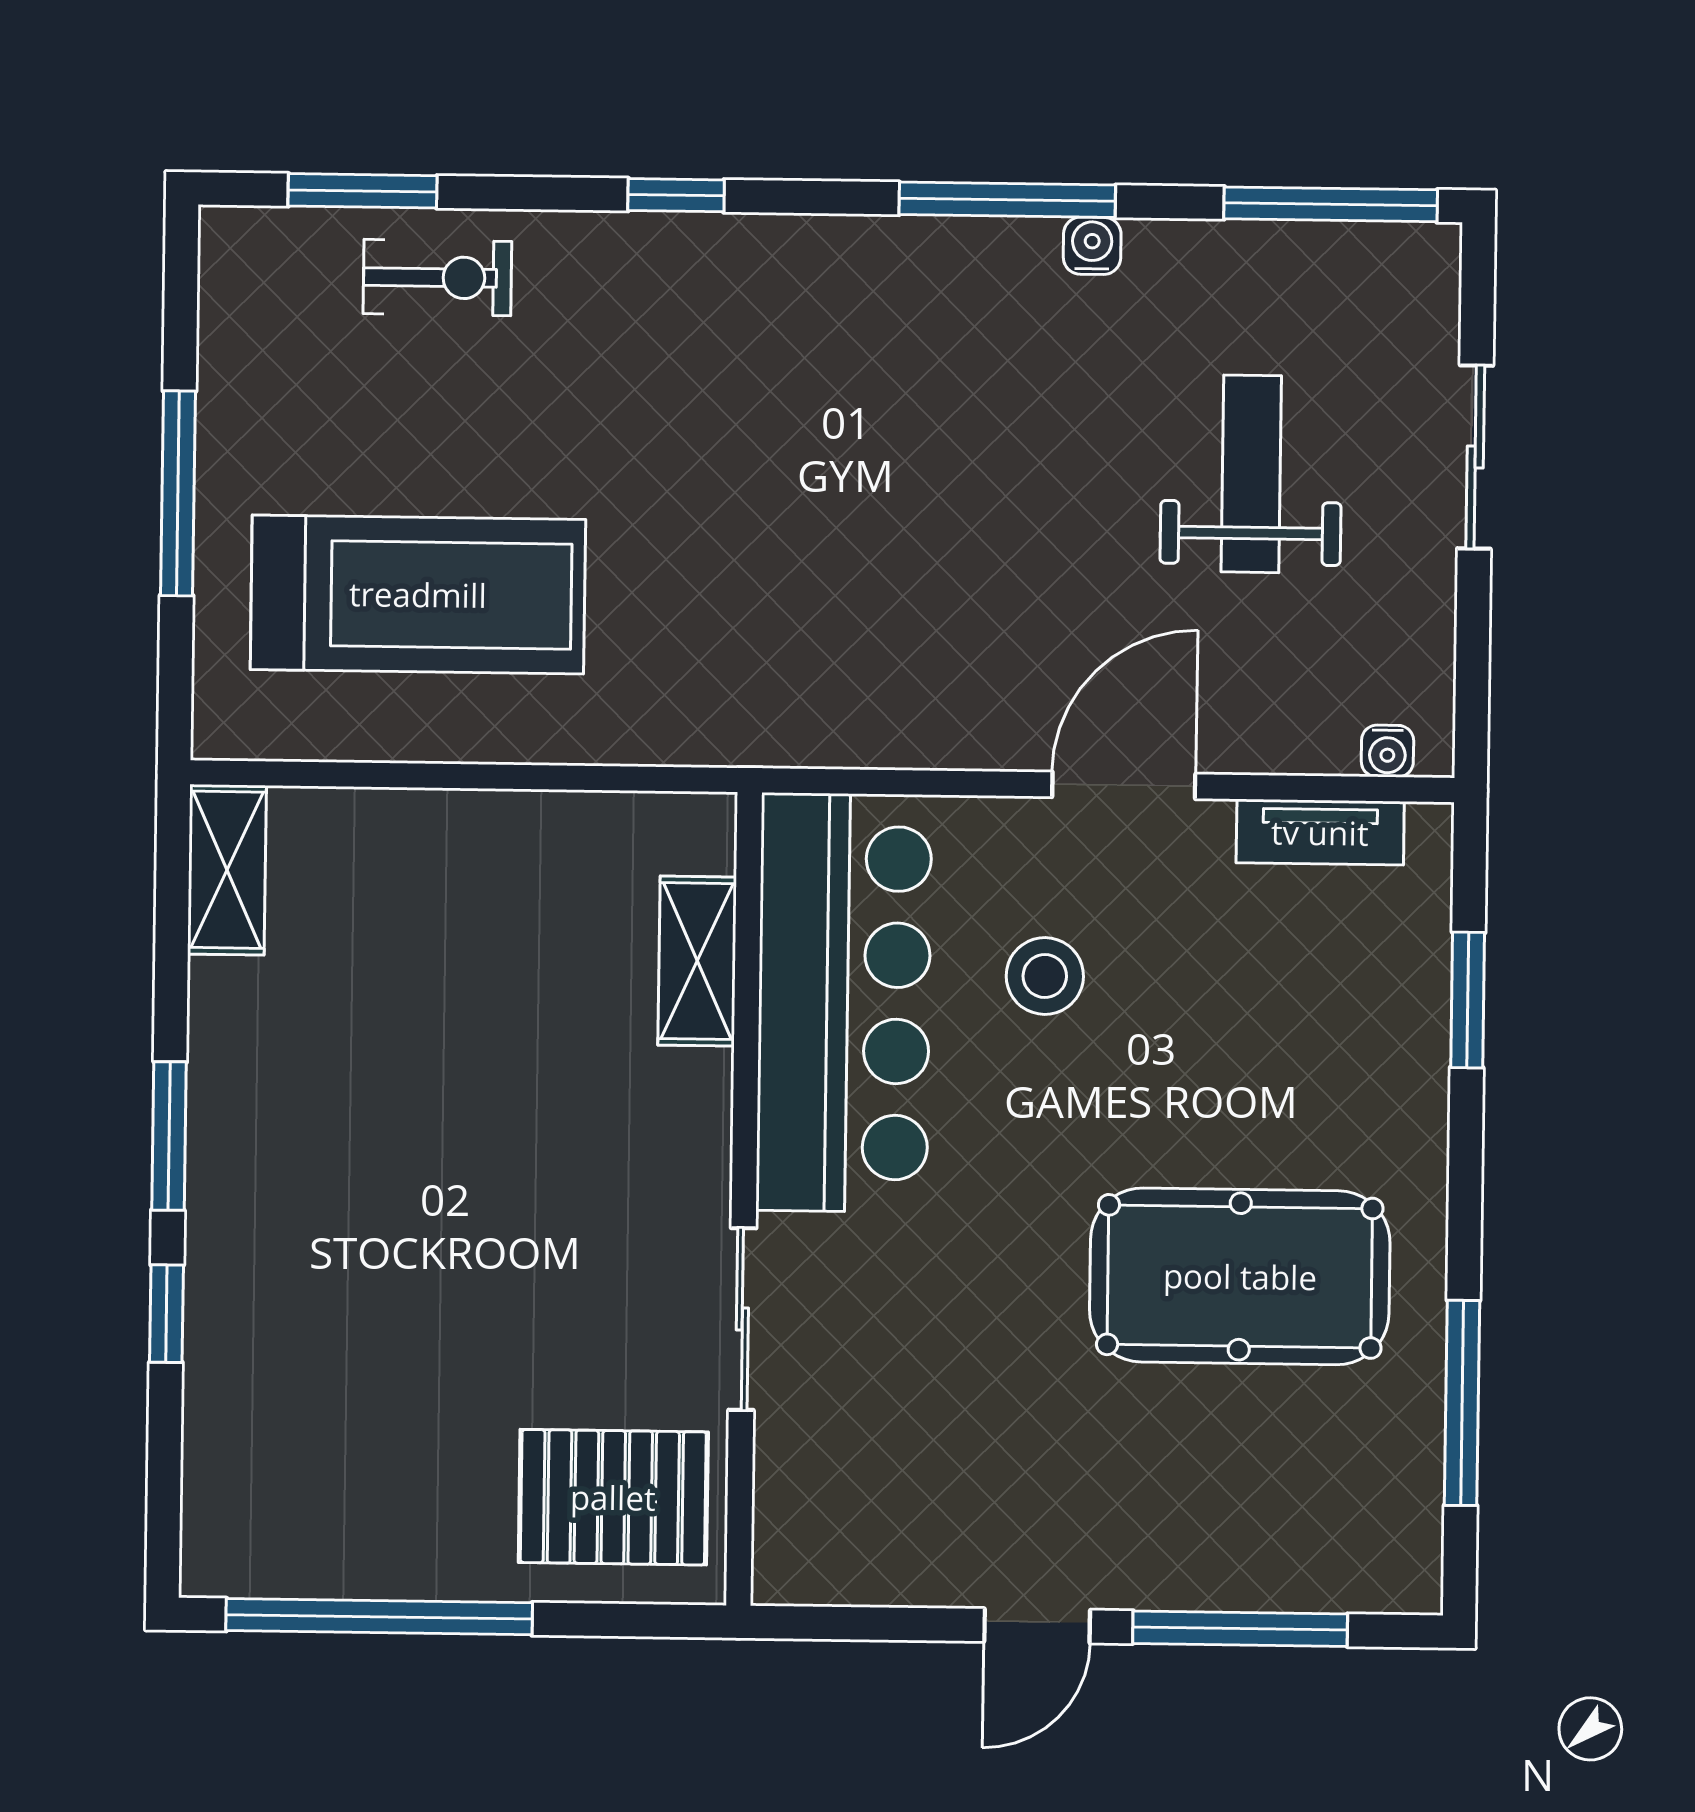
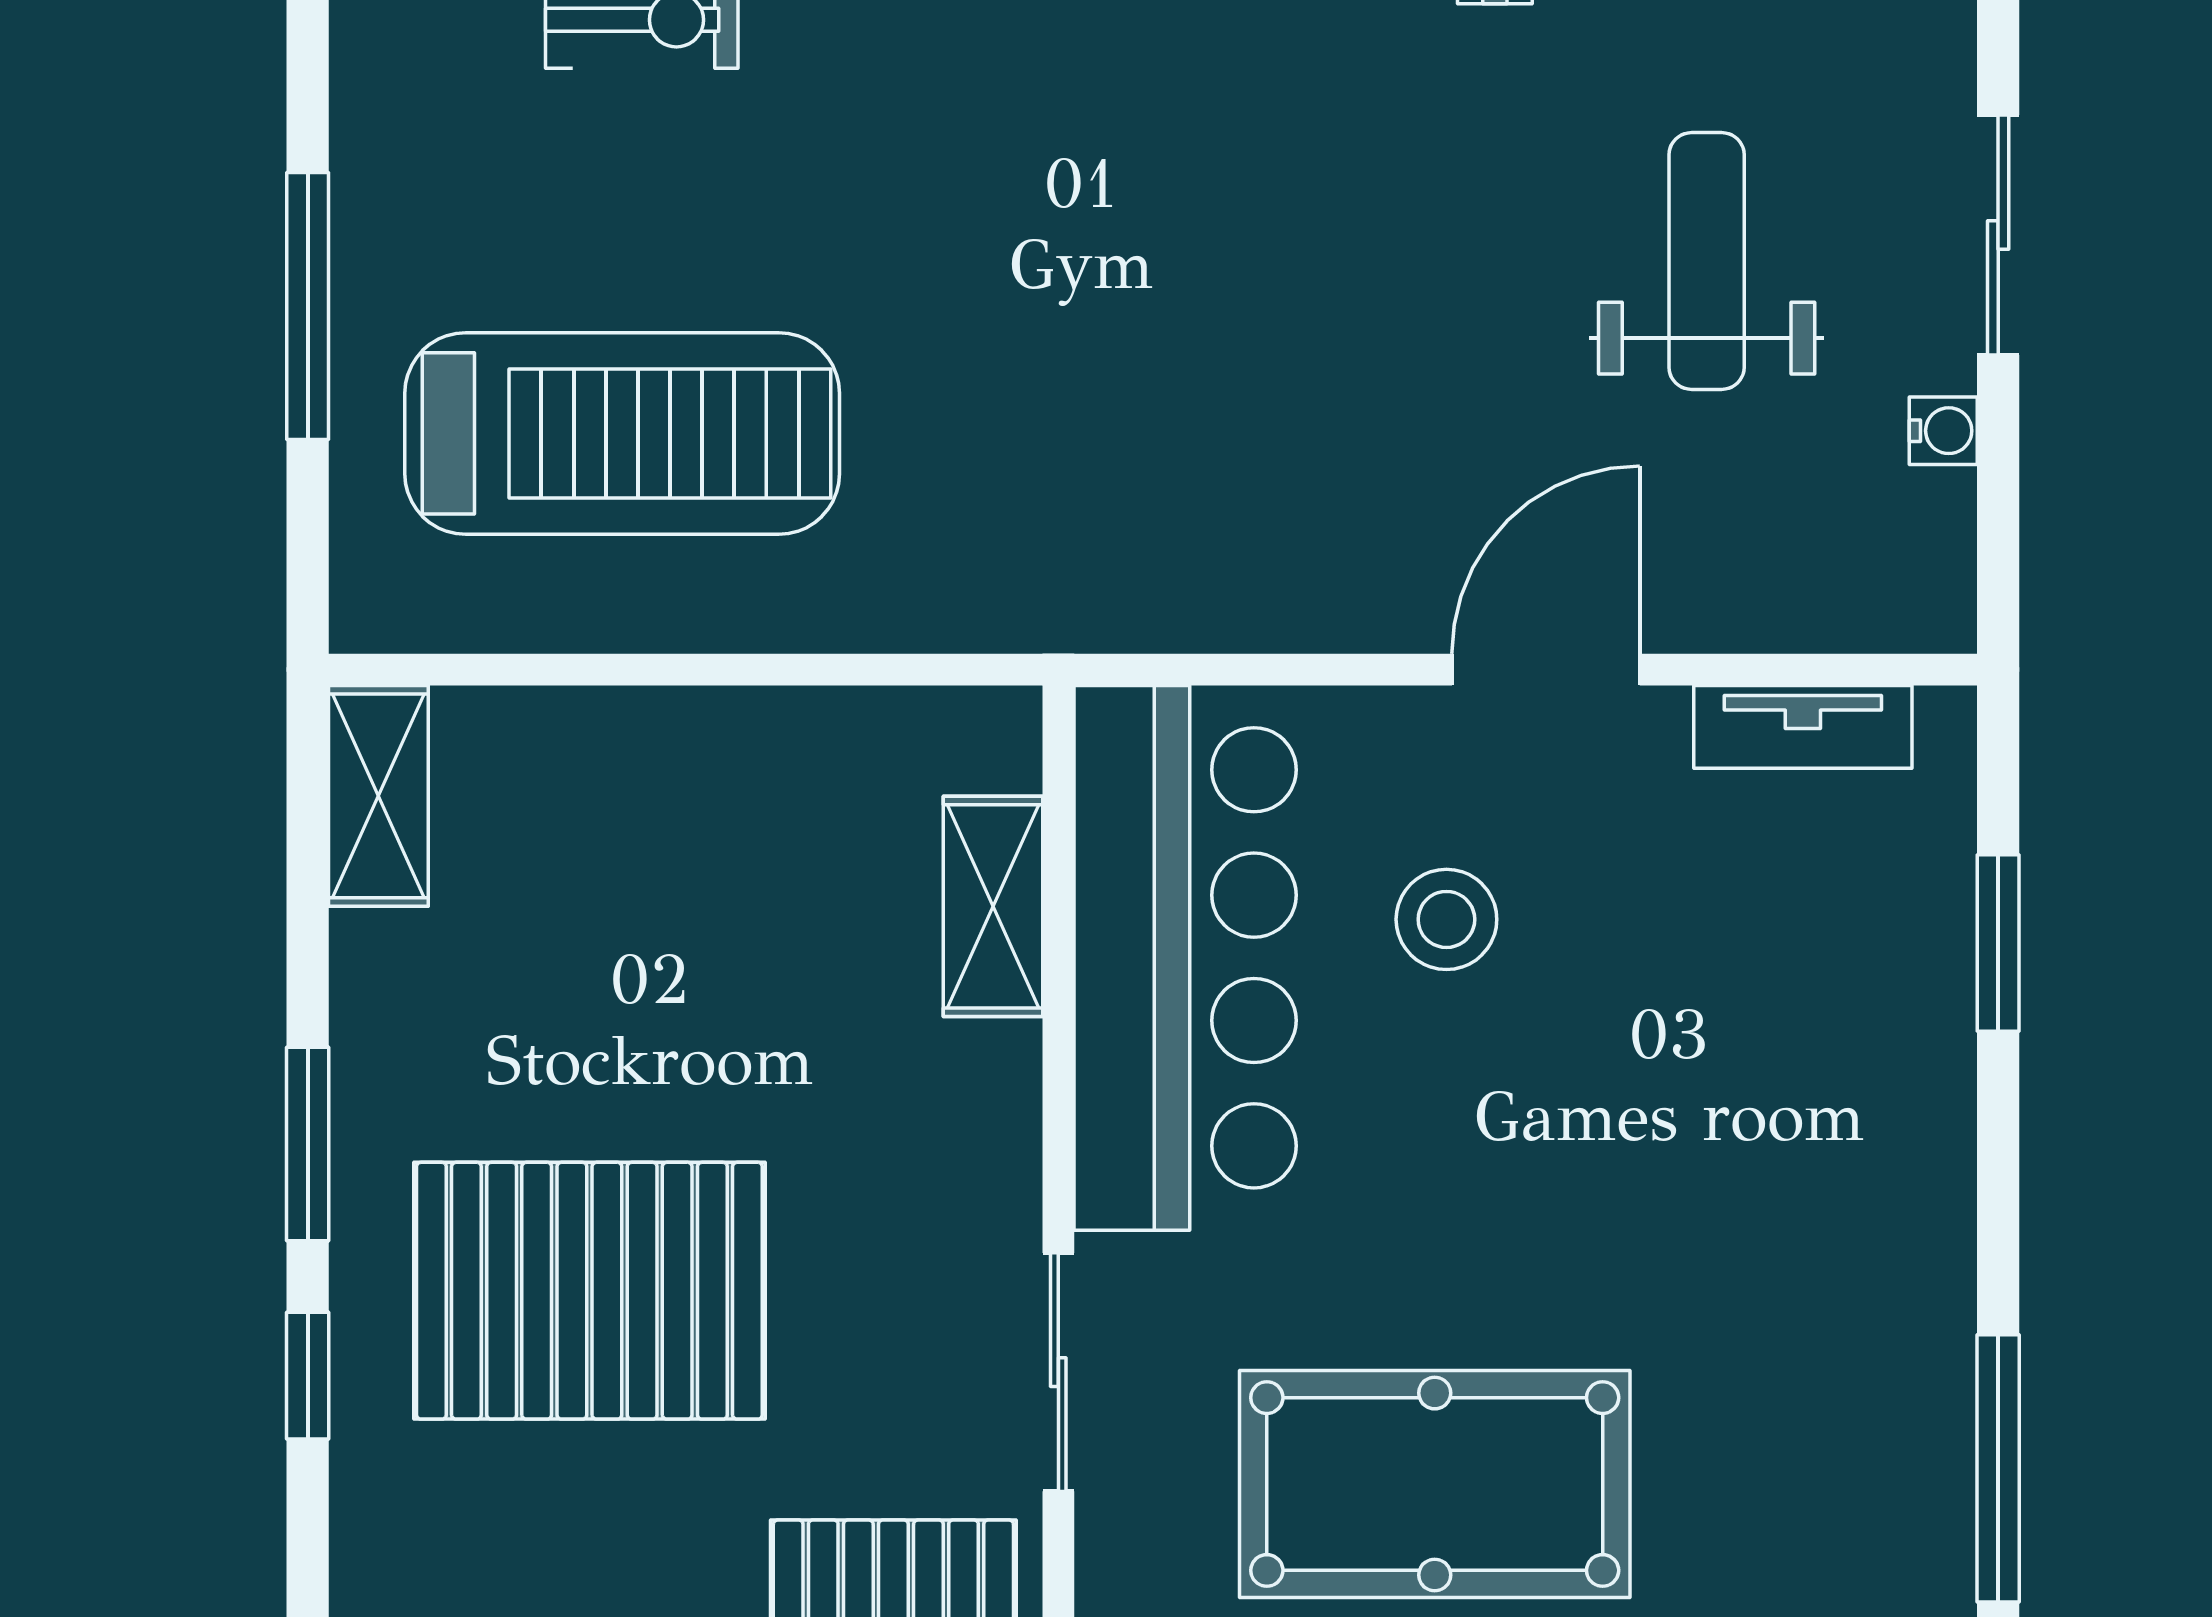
water cooler: (1387, 751) -> (1943, 431), moved, turned -90
pallet: (384, 1252) -> (589, 1291), added
pool table: (1240, 1276) -> (1435, 1484), moved

